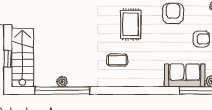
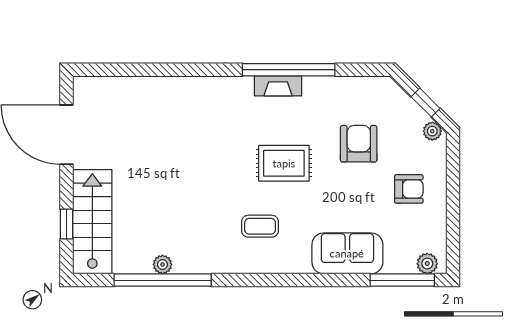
rug: (131, 24) -> (284, 163), turned 90
sofa: (185, 75) -> (347, 253), moved

